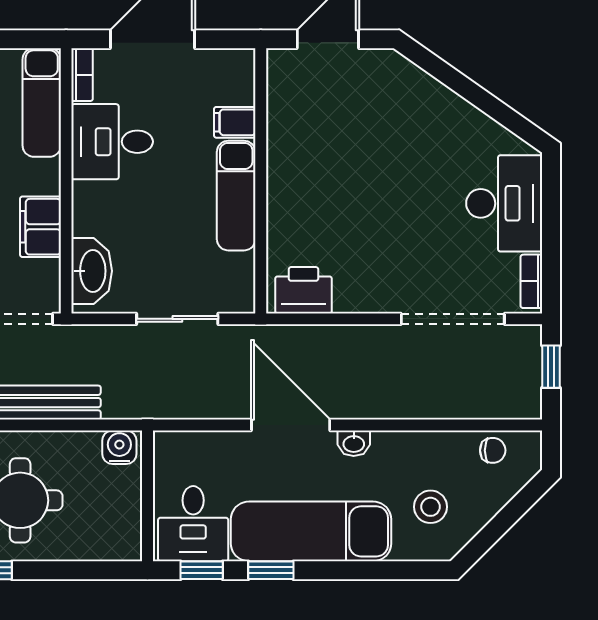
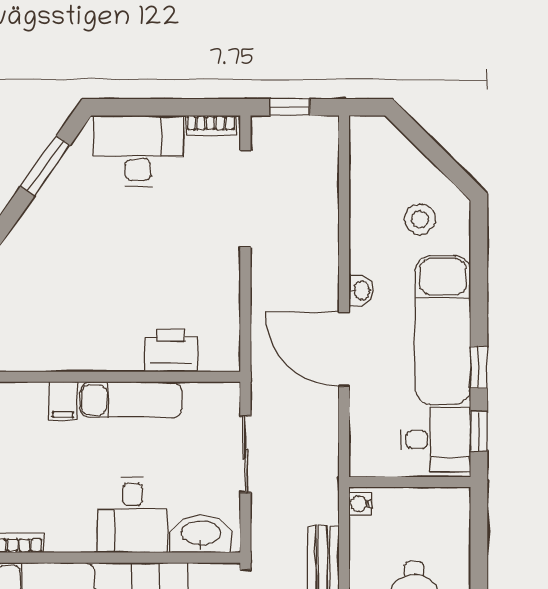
window: (488, 103) -> (45, 166), added
desk: (112, 142) -> (133, 515), moved
printer: (303, 290) -> (171, 350), moved, turned 90
door: (291, 425) -> (344, 349), hinge flipped
water cooler: (119, 447) -> (360, 504), width x0.72, depth x0.72
chair: (493, 450) -> (368, 161), removed

